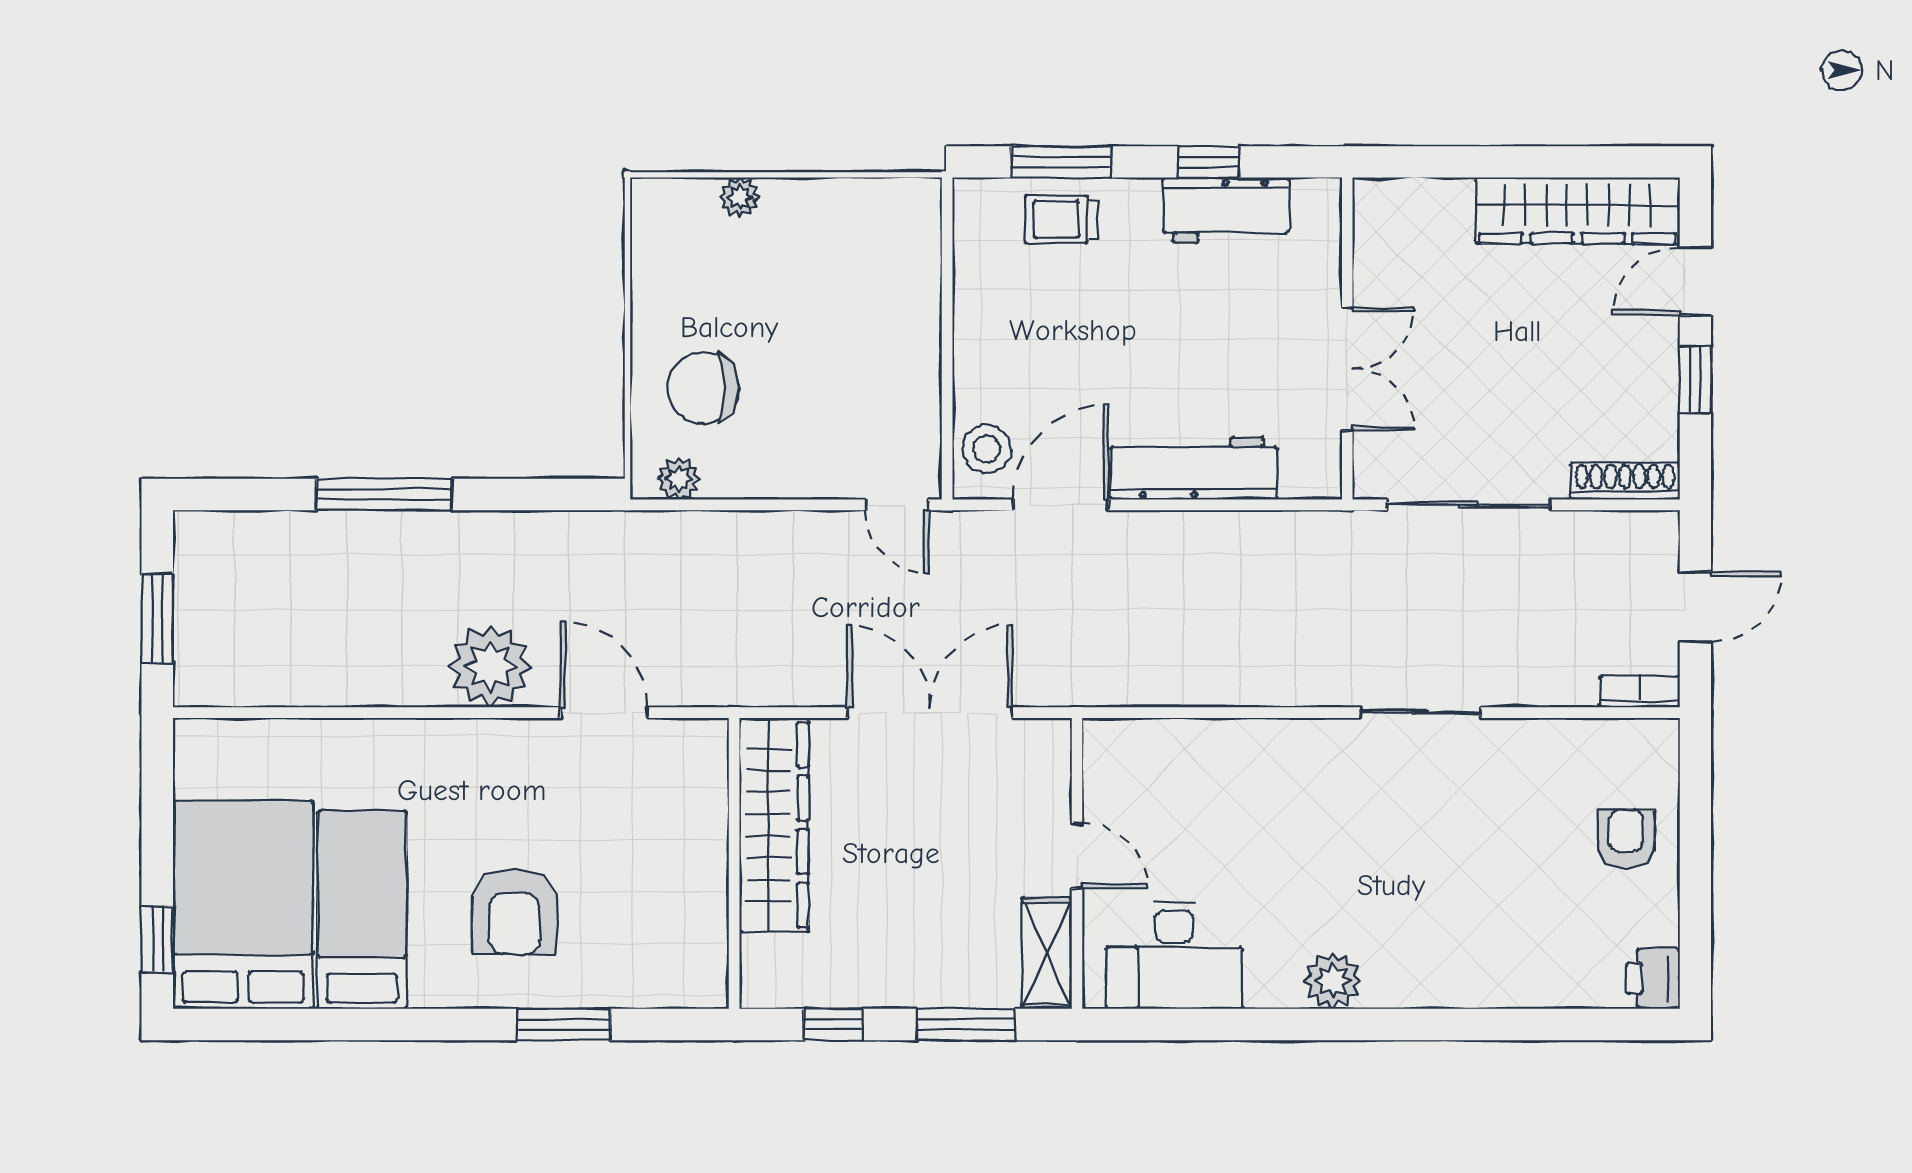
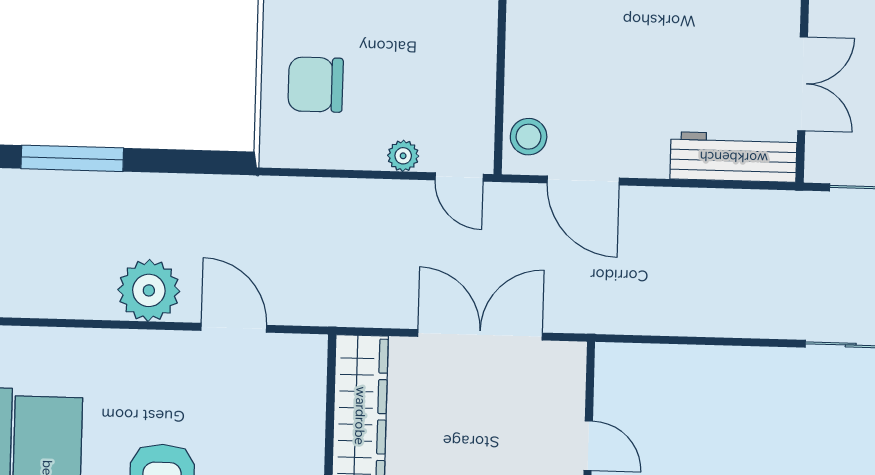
workbench: (1194, 468) -> (734, 157), moved
plant: (679, 479) -> (403, 156), moved
door: (1061, 505) -> (583, 180), swing flipped

